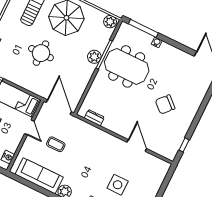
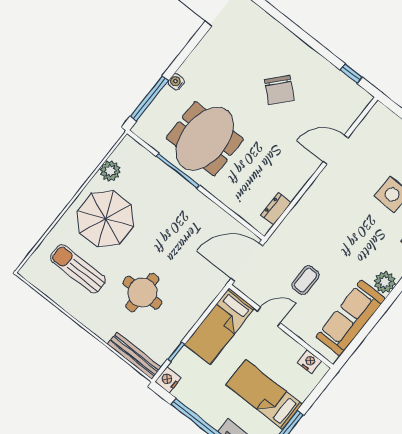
plant: (110, 22) -> (110, 171), moved
round table: (41, 53) -> (142, 293), moved
plant: (94, 57) -> (178, 187), removed

